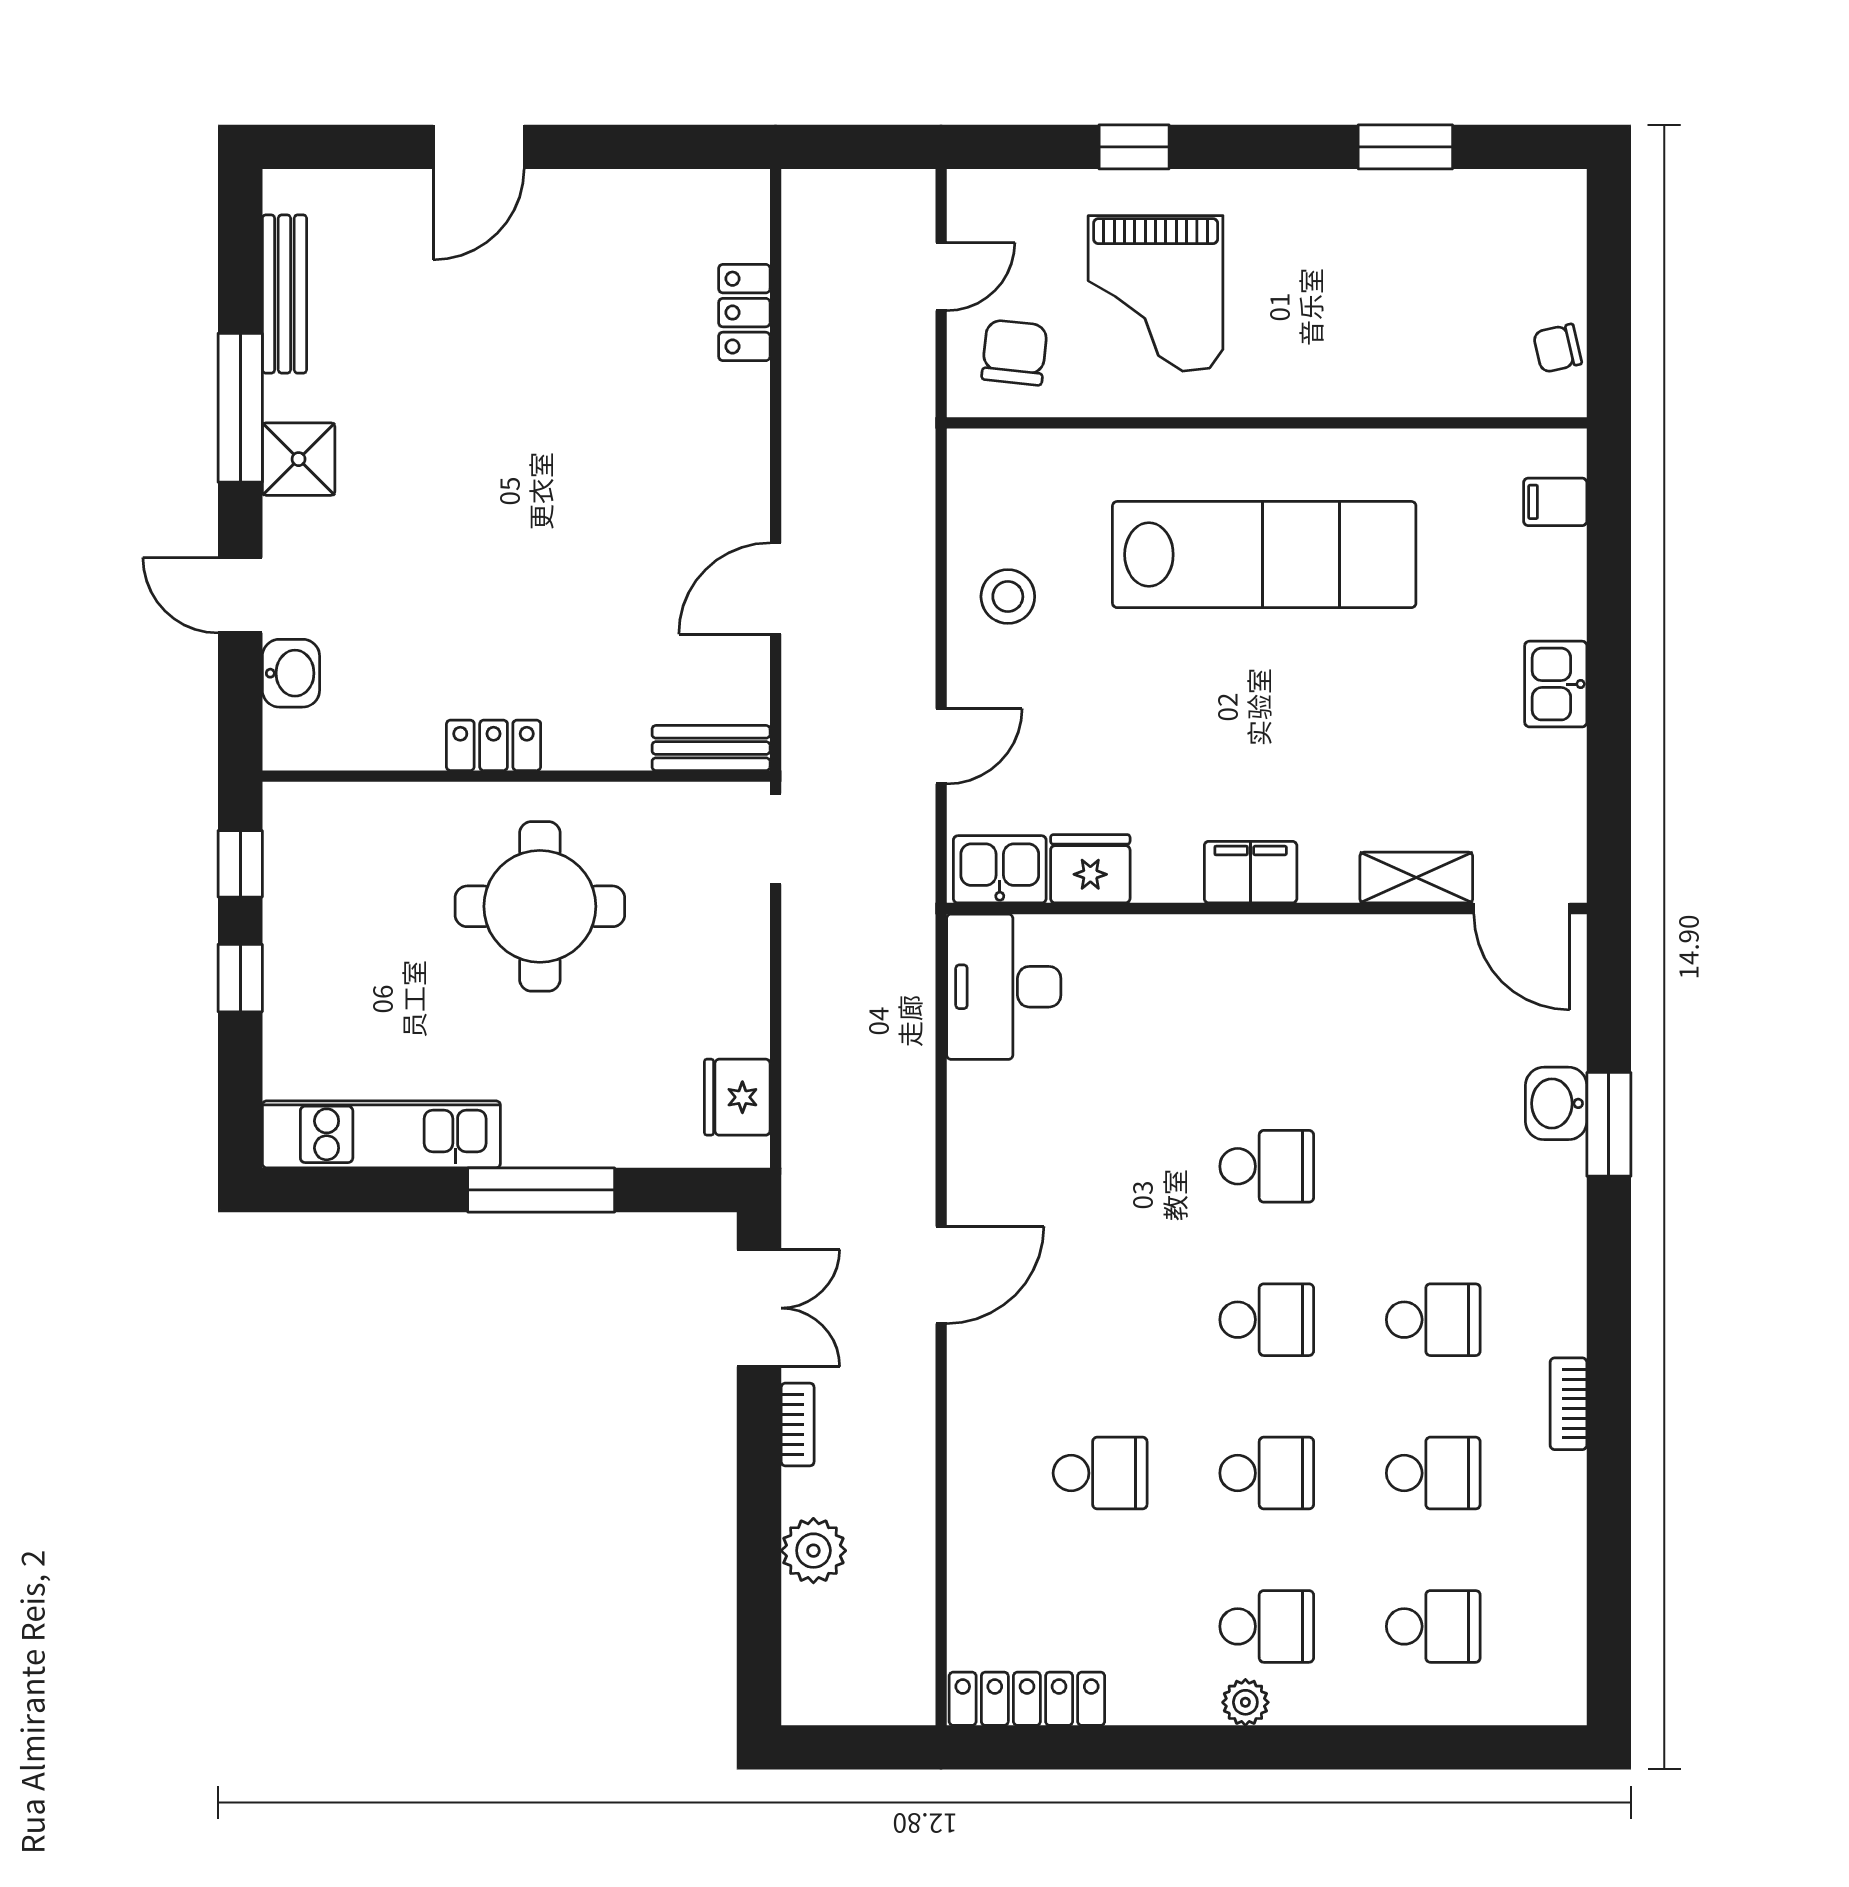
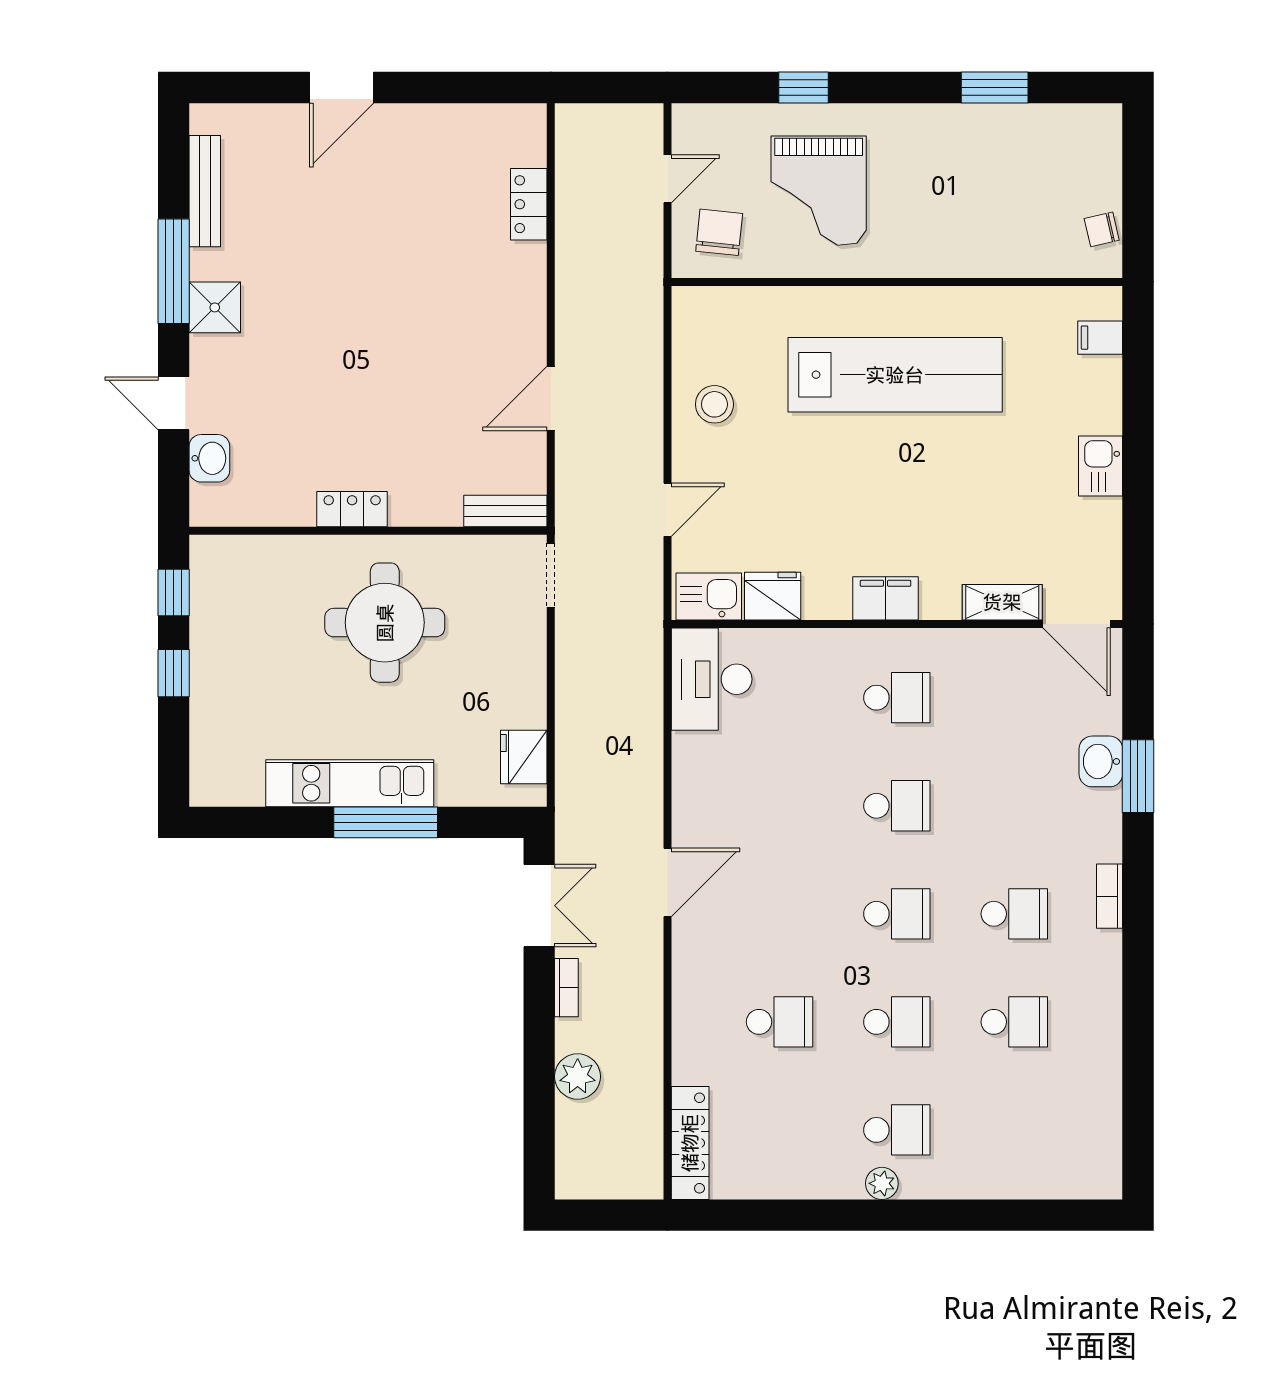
kitchen unit: (381, 1134) -> (350, 783), moved
bookcase: (1568, 1404) -> (1110, 896), moved
school desk: (1433, 1626) -> (897, 698), moved
locker: (1027, 1699) -> (690, 1143), moved, turned 90

